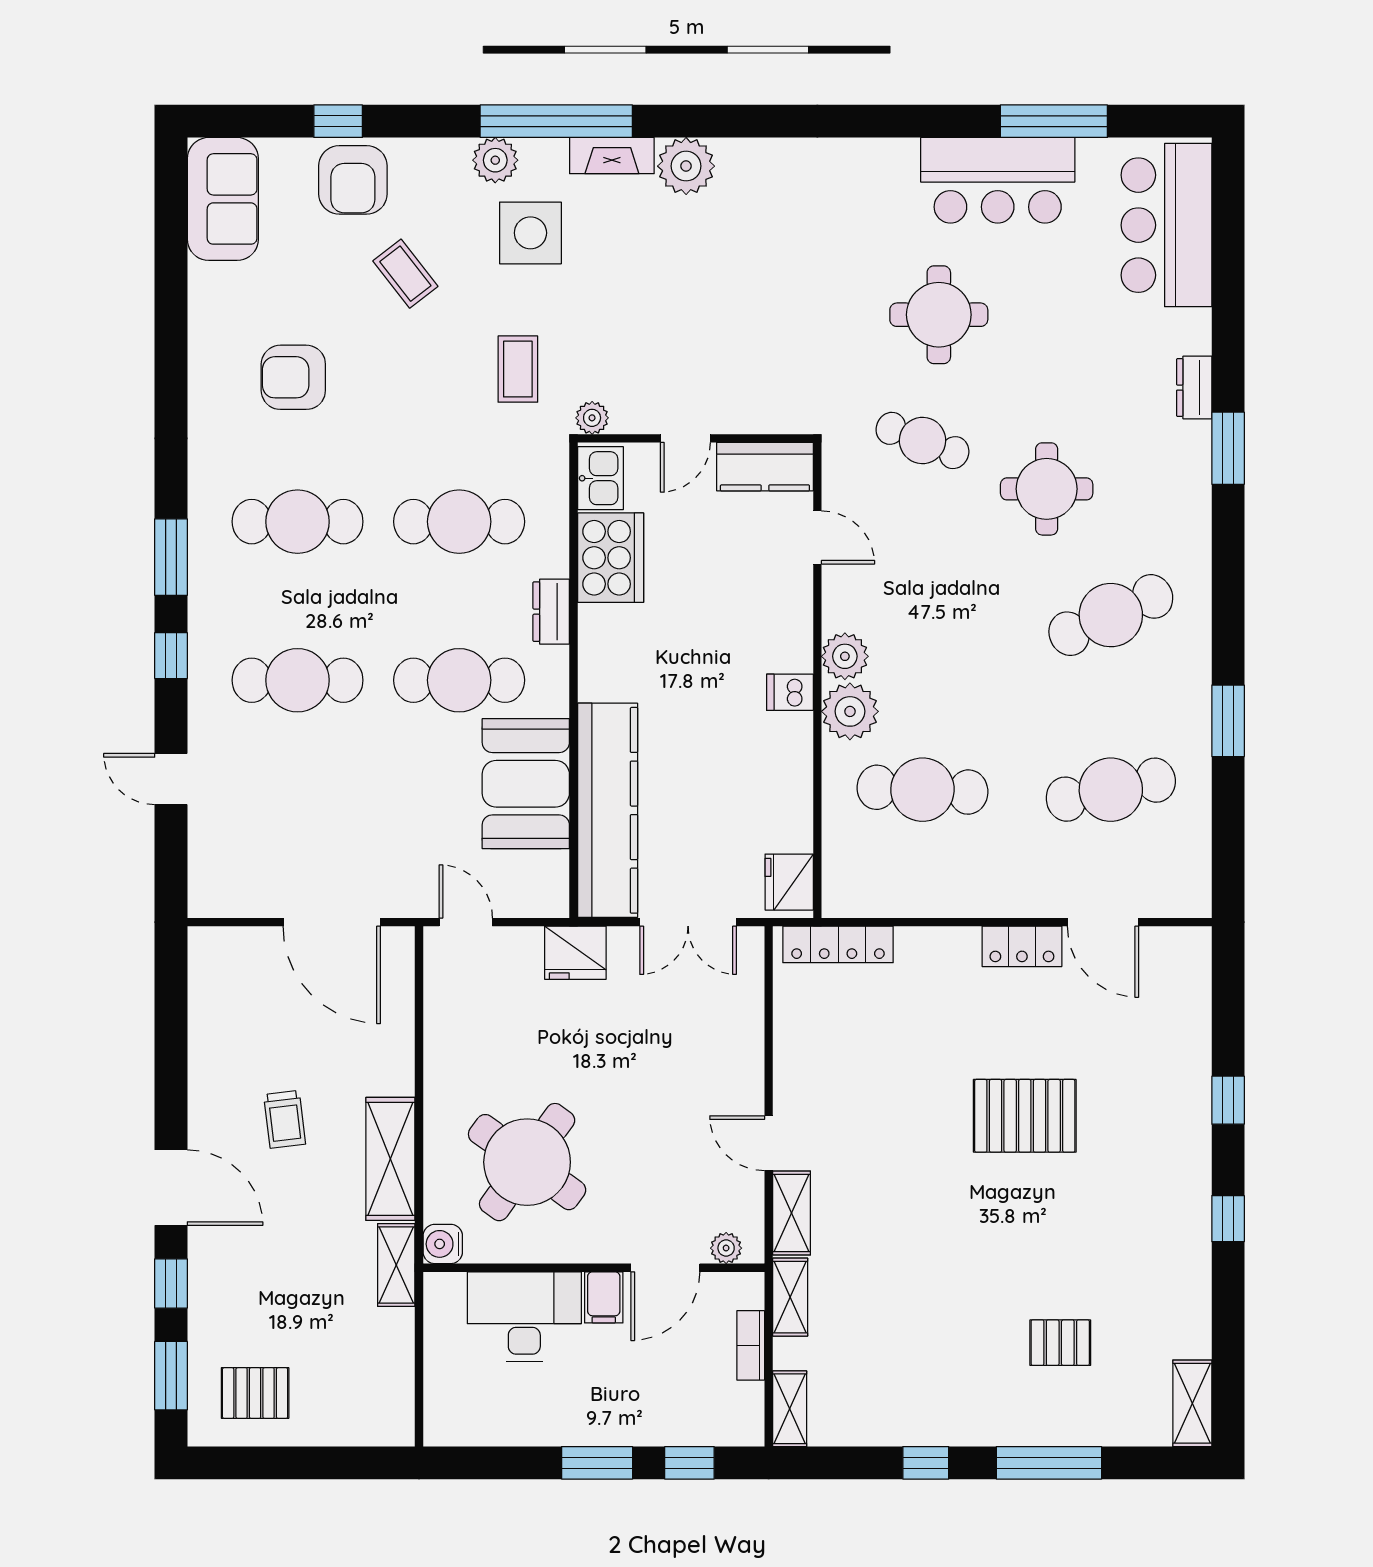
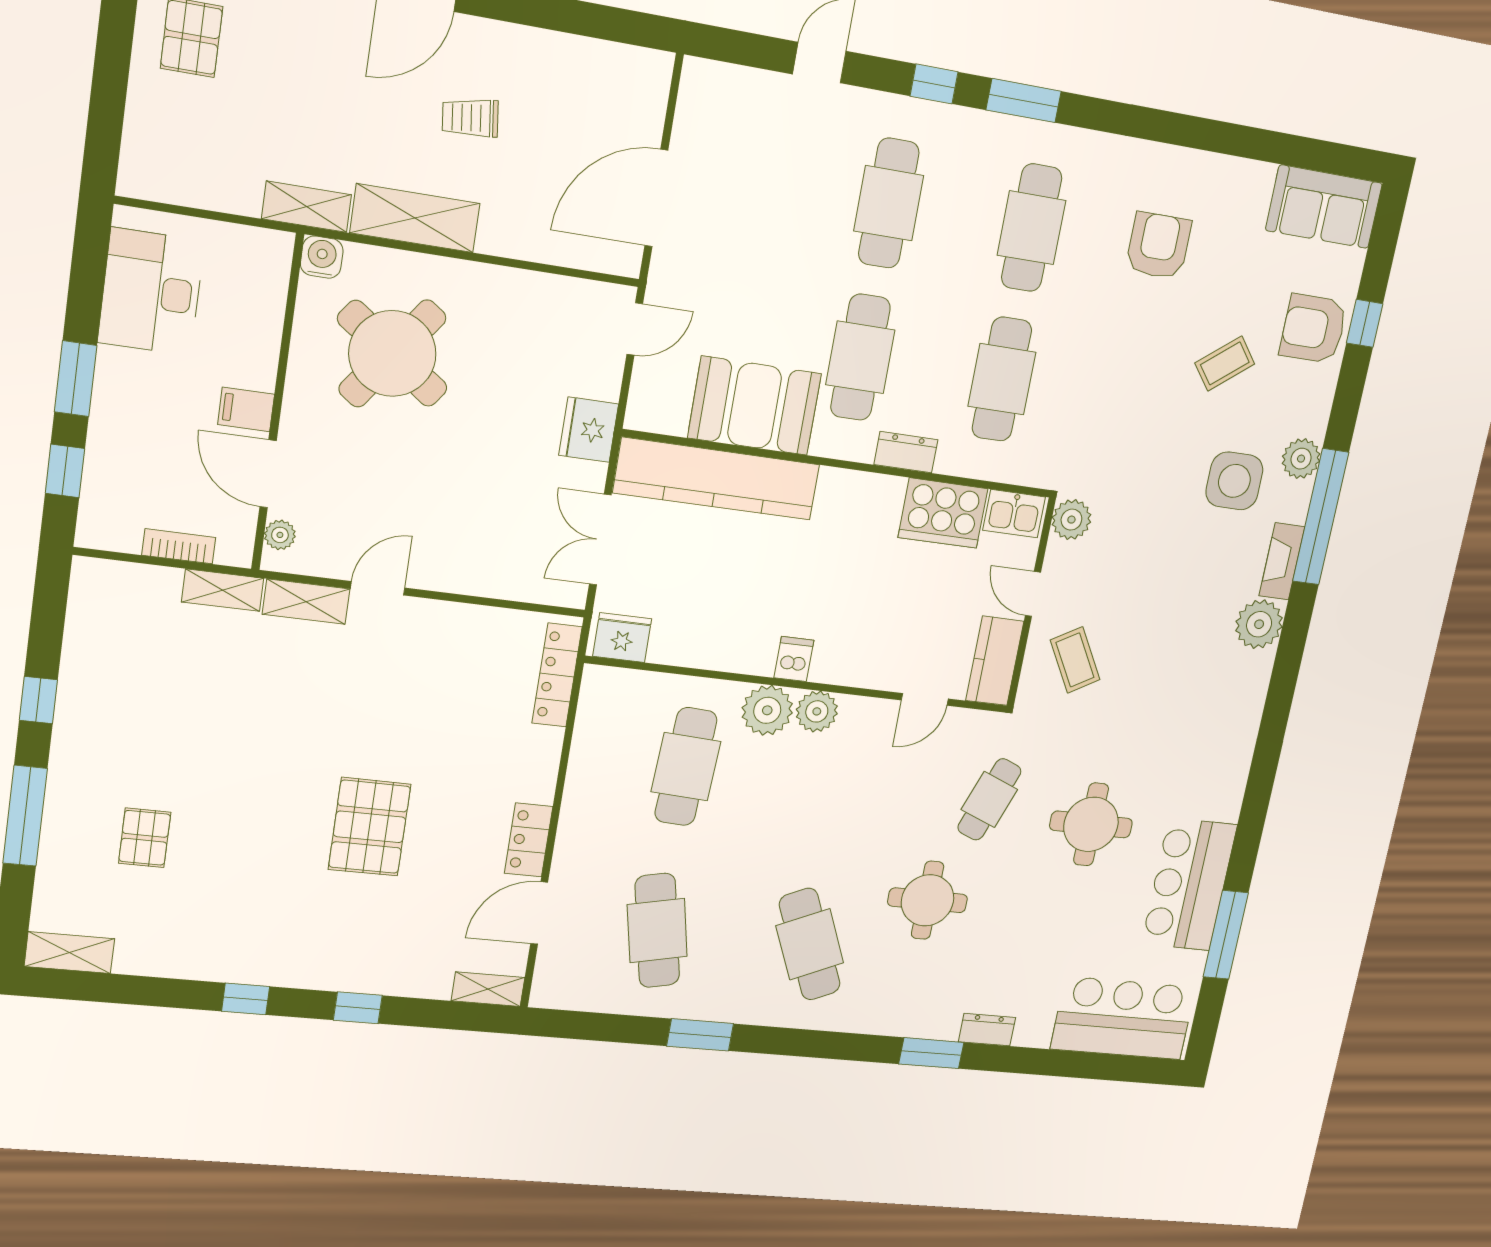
coffee table: (518, 369) -> (1075, 660), moved, turned 60
plant: (592, 418) -> (1071, 520), width x1.38, depth x1.38
desk: (524, 1317) -> (151, 292), moved, turned 180
shelving: (790, 1409) -> (488, 989), moved

